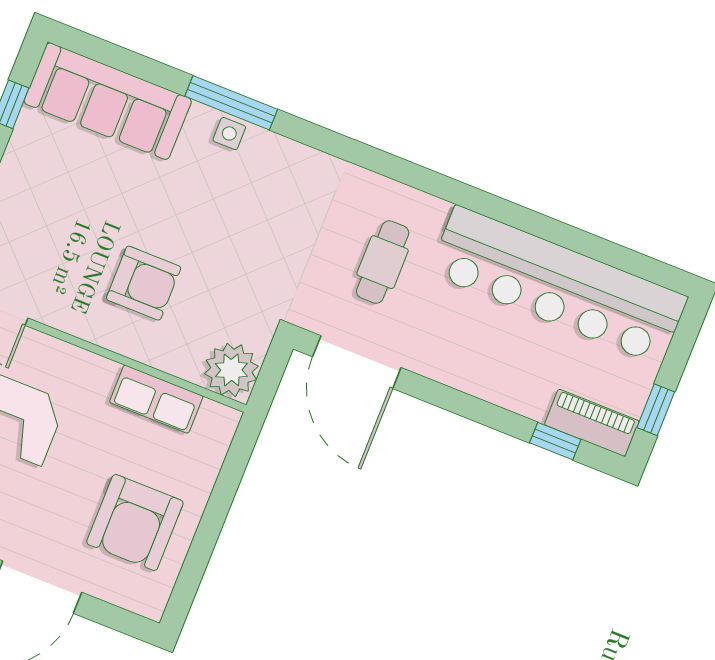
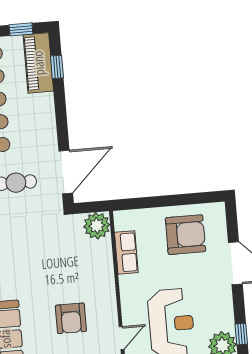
armchair: (144, 283) -> (71, 318), moved, turned 180
piano: (592, 423) -> (38, 63), width x1.37, depth x1.33

